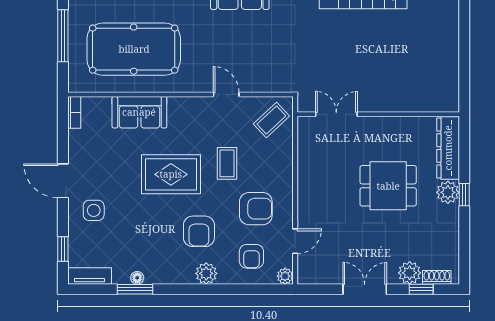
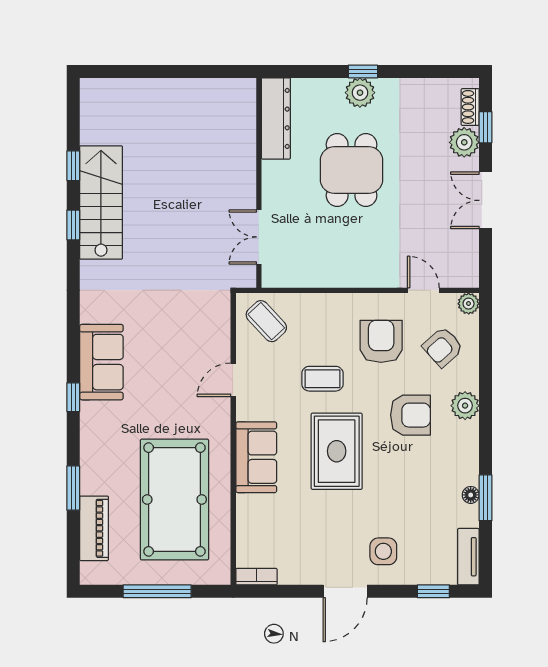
sofa: (139, 112) -> (256, 457), moved
dresser: (448, 148) -> (276, 118), moved, turned -90
armchair: (251, 256) -> (443, 347), turned 138

